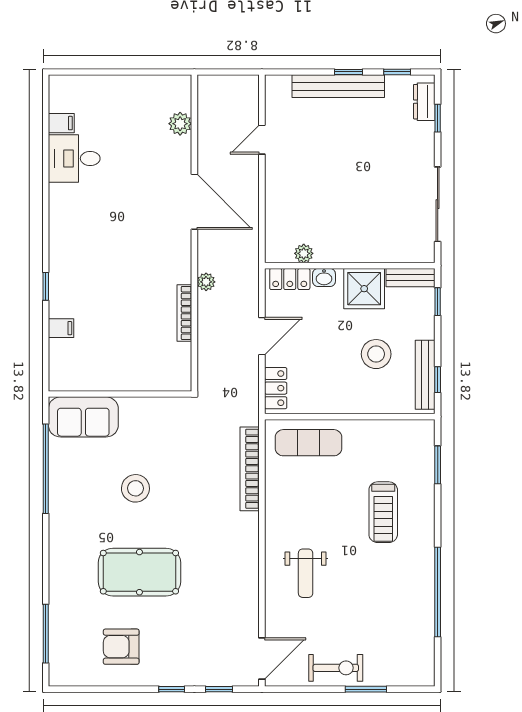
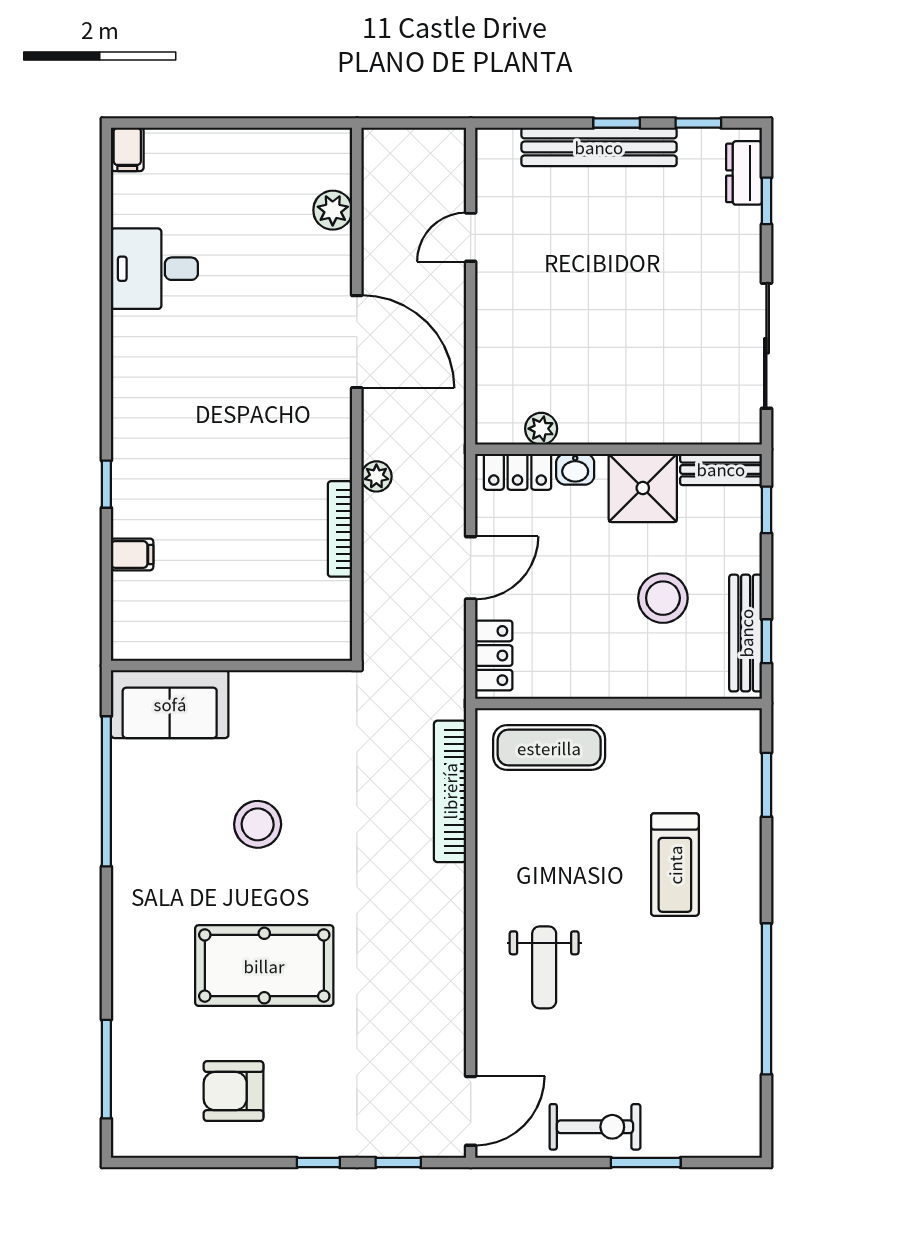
filing cabinet: (61, 123) -> (127, 149), moved, turned 90

